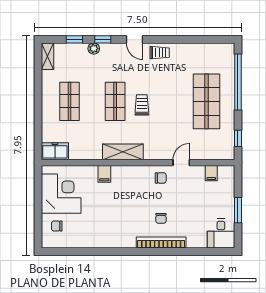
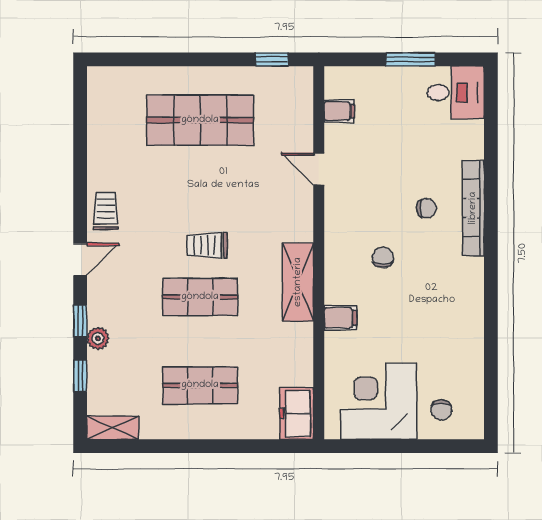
window: (238, 82) -> (163, 59), removed
chair: (161, 178) -> (383, 258), moved

